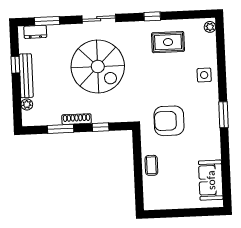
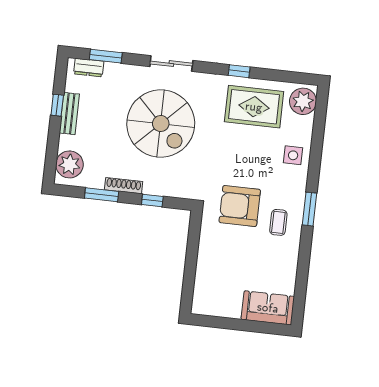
plant: (210, 27) -> (303, 101), width x1.87, depth x1.87
rug: (168, 42) -> (254, 107), width x1.36, depth x1.43
bench: (26, 76) -> (69, 114), width x0.73
plant: (27, 104) -> (69, 164), width x1.88, depth x1.88
coffee table: (151, 165) -> (278, 222), moved
sofa: (211, 180) -> (268, 308), moved, turned 90

